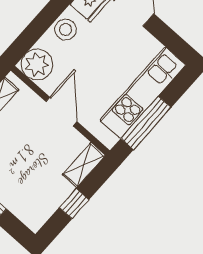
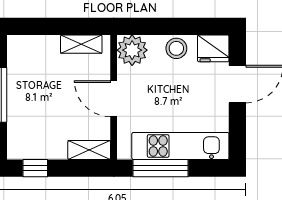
door: (61, 112) -> (114, 99), swing flipped
window: (74, 204) -> (35, 168), moved

